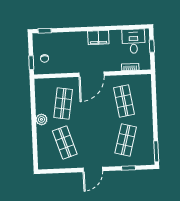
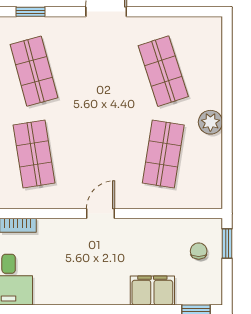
filing cabinet: (98, 38) -> (152, 291), moved
door: (91, 74) -> (101, 213), width x0.53
shop shelf: (126, 140) -> (34, 71), turned -30

